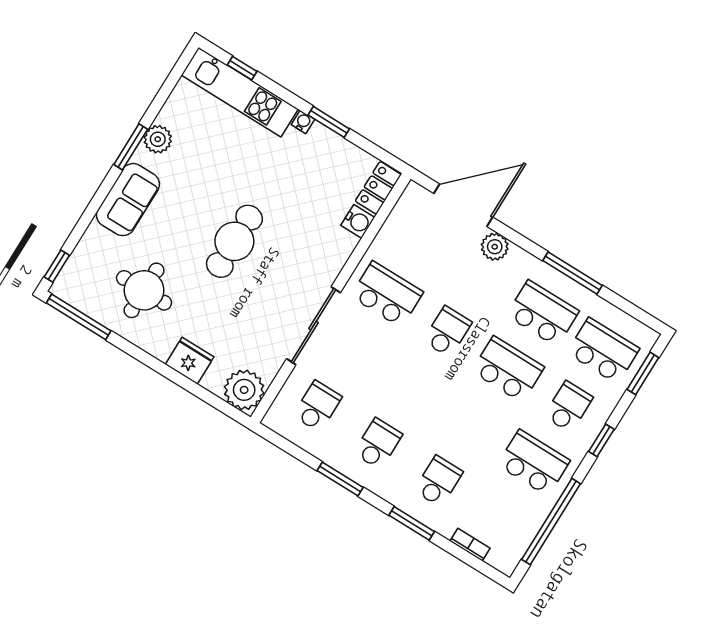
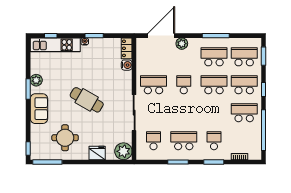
cafe table: (234, 241) -> (87, 100), turned -60
school desk: (568, 407) -> (244, 85), width x1.85
school desk: (378, 444) -> (184, 141), width x1.85

